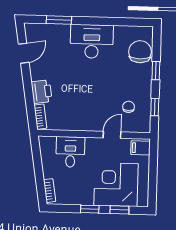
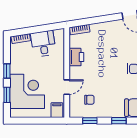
printer: (42, 92) -> (76, 57), moved, turned -81
door: (112, 135) -> (67, 87), hinge flipped
desk: (70, 152) -> (43, 44), moved, turned -99

